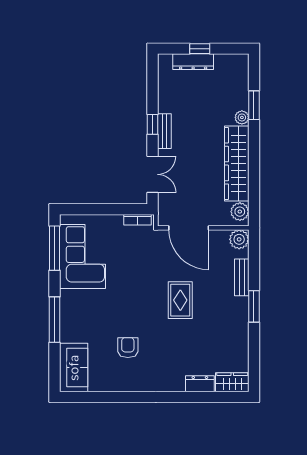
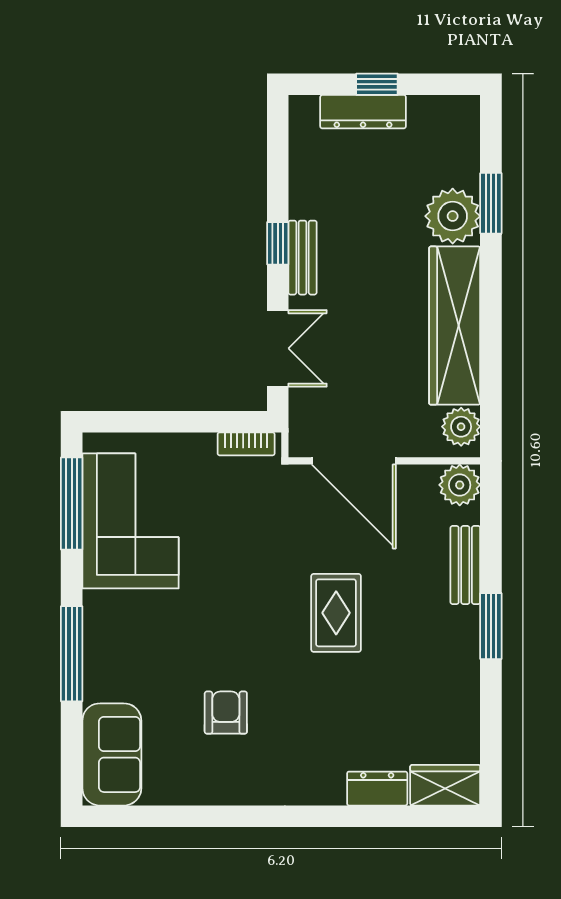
plant: (242, 117) -> (453, 216), width x1.88, depth x1.88

